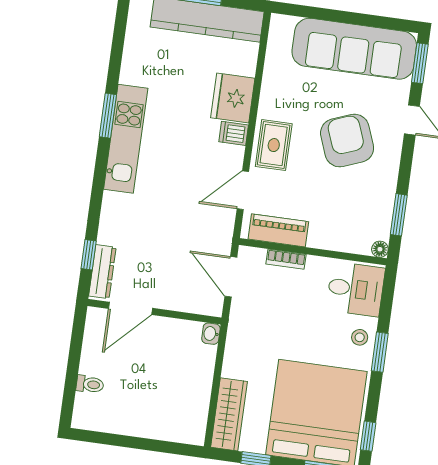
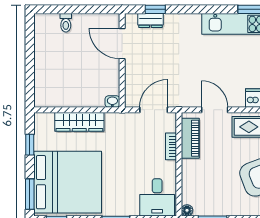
dresser: (102, 272) -> (150, 21), width x0.70
stool: (360, 337) -> (124, 205), removed
wardrobe: (229, 414) -> (79, 122), moved

